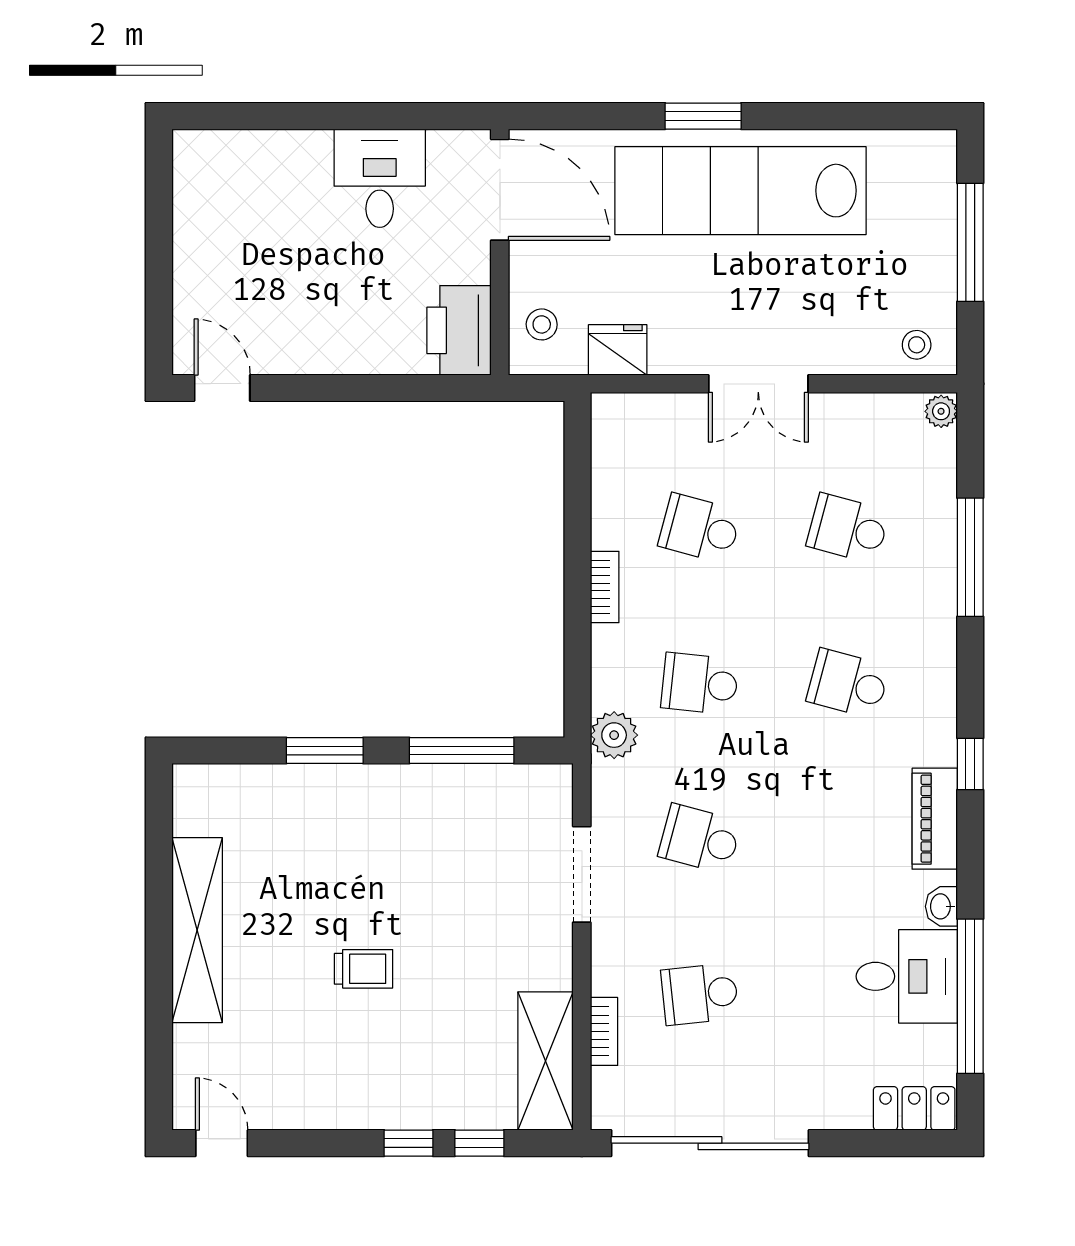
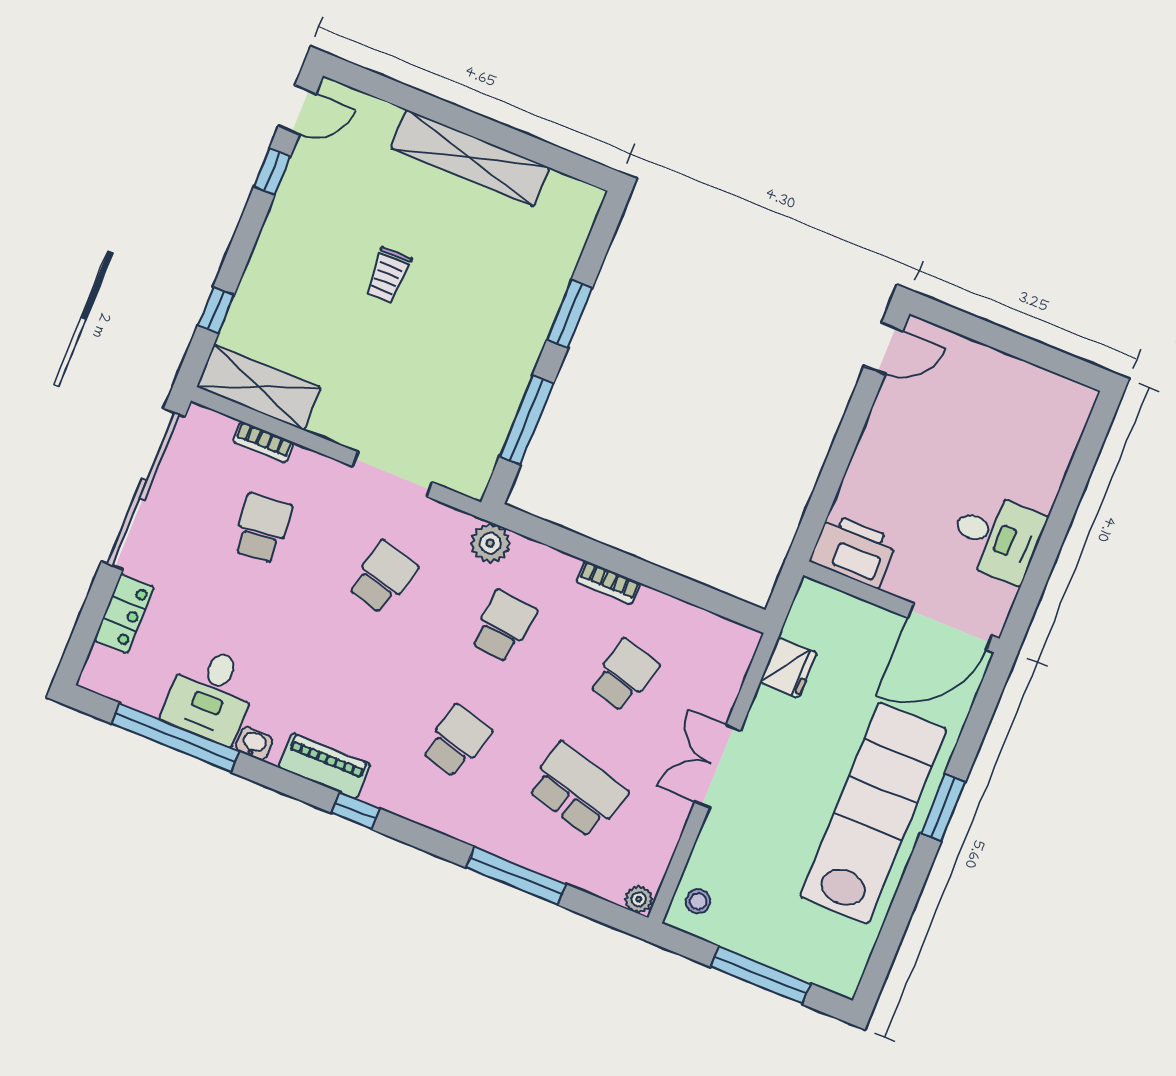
stool: (542, 324) -> (832, 617), removed
school desk: (848, 528) -> (577, 790), width x1.85
locker: (914, 1108) -> (124, 614), moved
window: (408, 1143) -> (272, 172), moved

